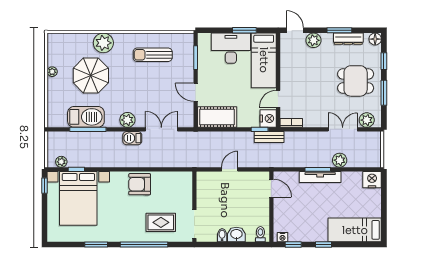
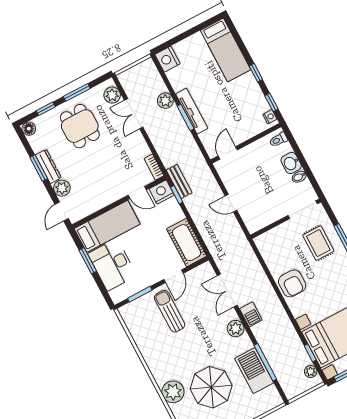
dresser: (348, 39) -> (48, 166), moved
sun lounger: (153, 55) -> (170, 311), moved, turned 180

